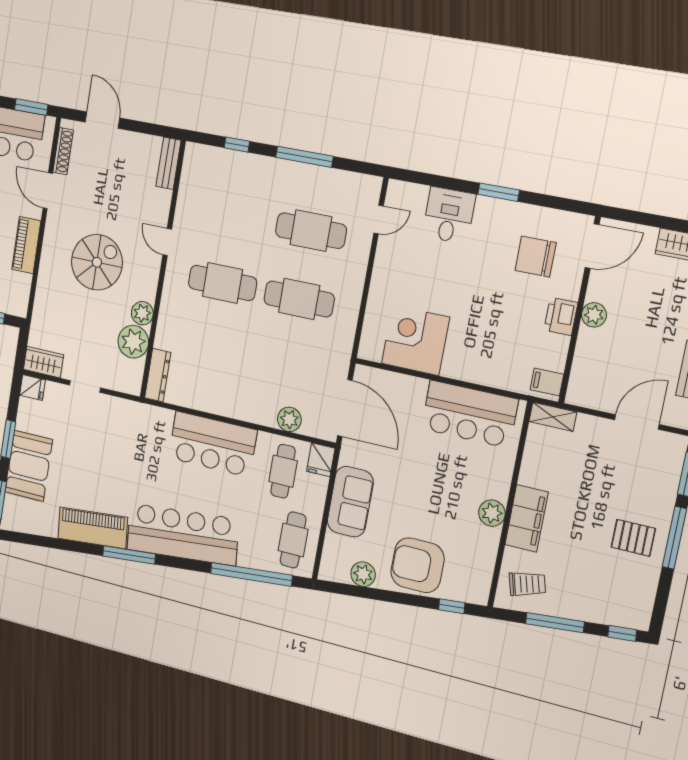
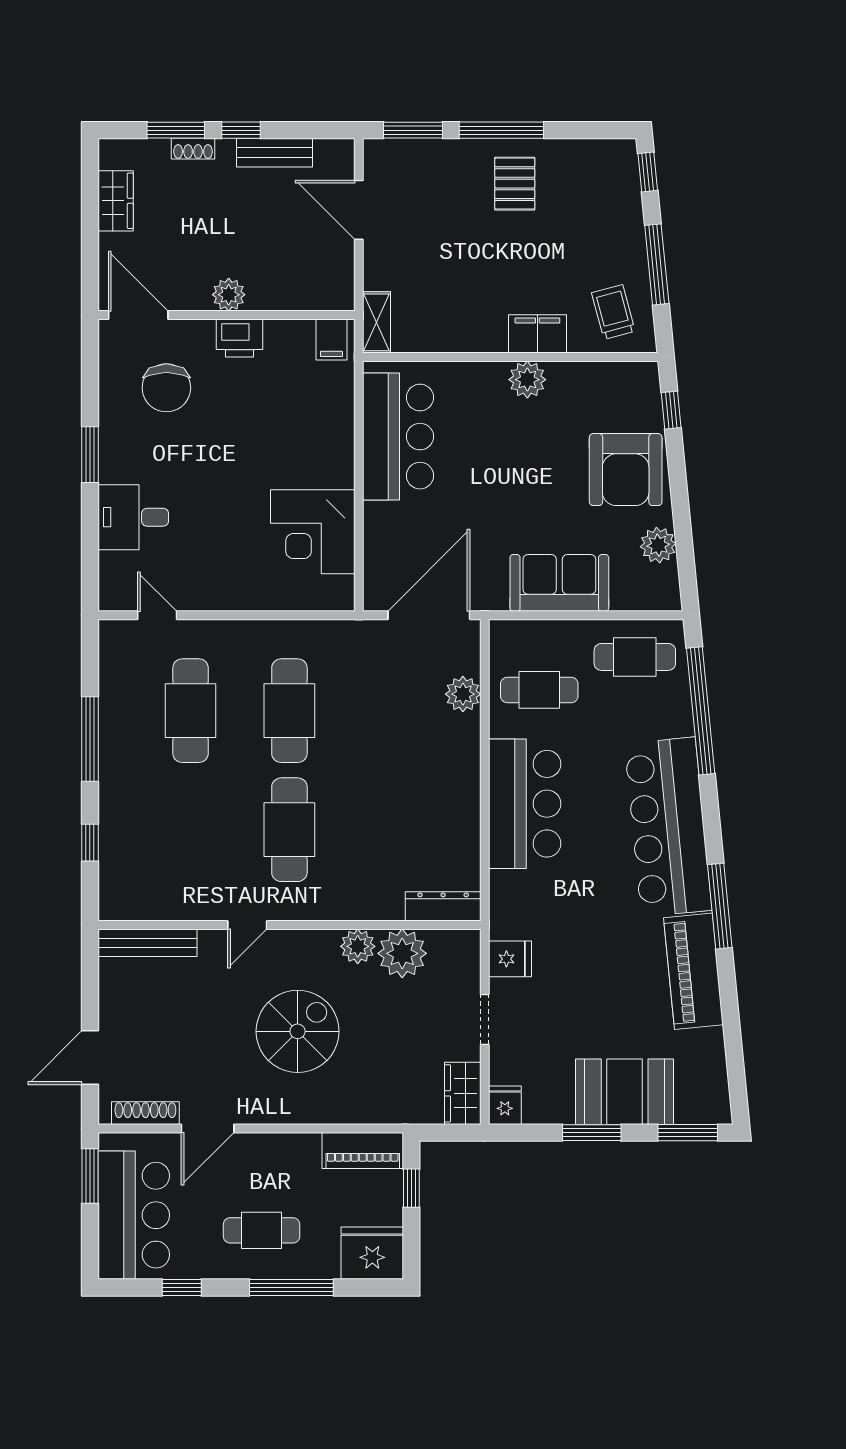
bench: (169, 163) -> (147, 943), width x1.36
piano: (26, 245) -> (363, 1150), moved
spiral stairs: (97, 262) -> (298, 1031), turned 90
fridge: (321, 460) -> (510, 959), moved
filing cabinet: (527, 518) -> (537, 334), width x0.67, depth x0.86

